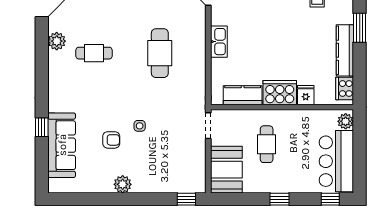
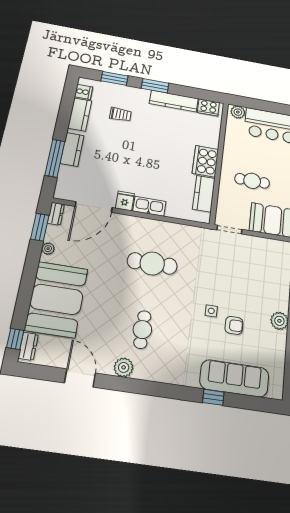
fridge: (306, 95) -> (125, 201), moved, turned 90
side table: (140, 126) -> (211, 311), moved
armchair: (111, 140) -> (234, 325), turned 90

